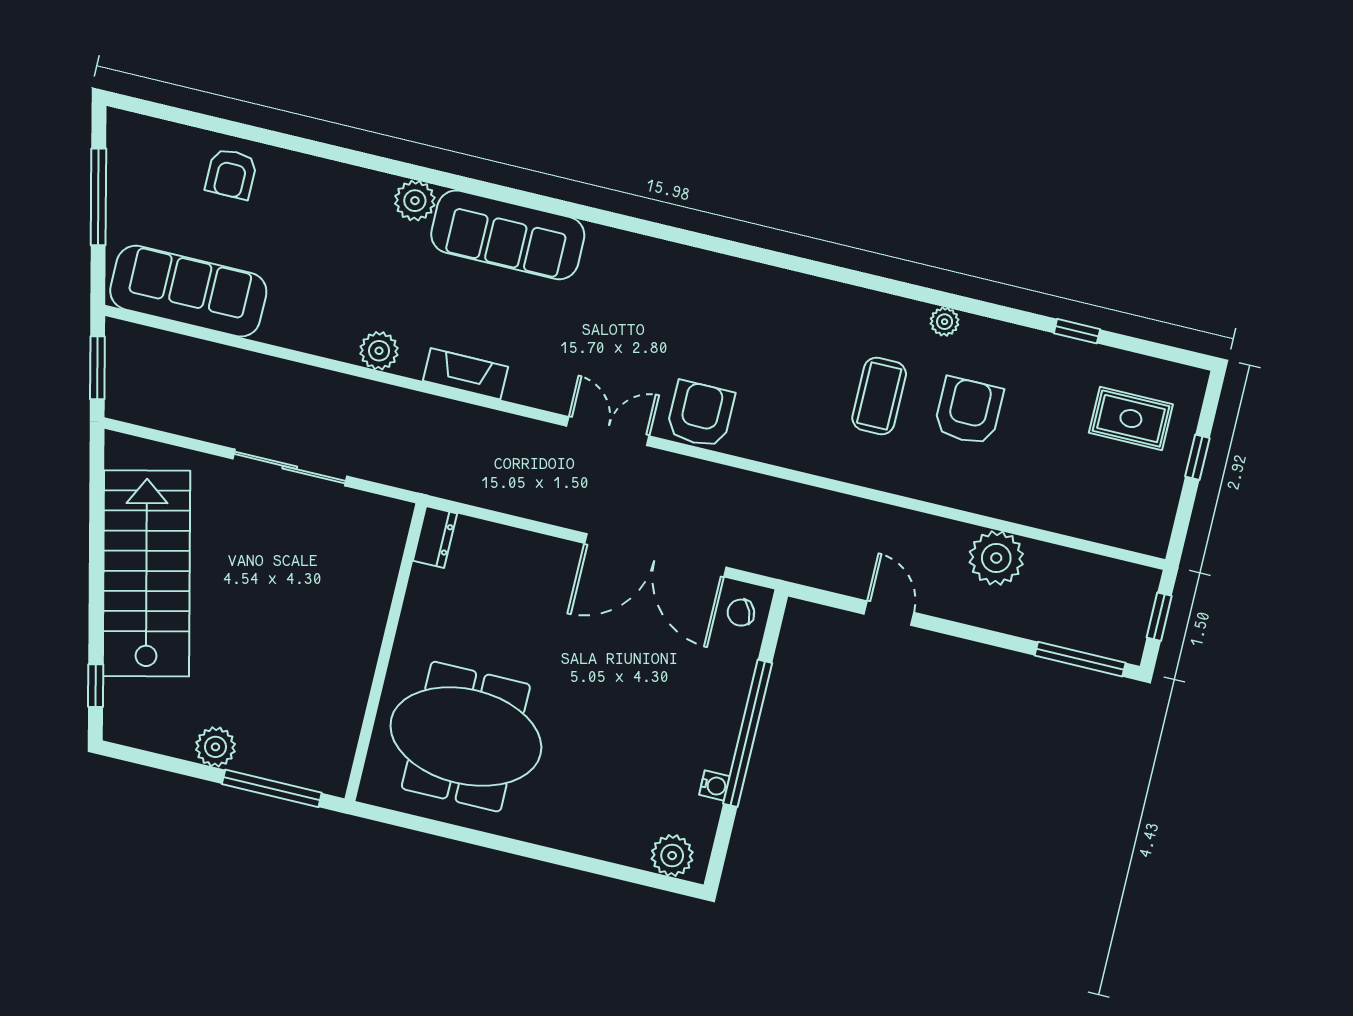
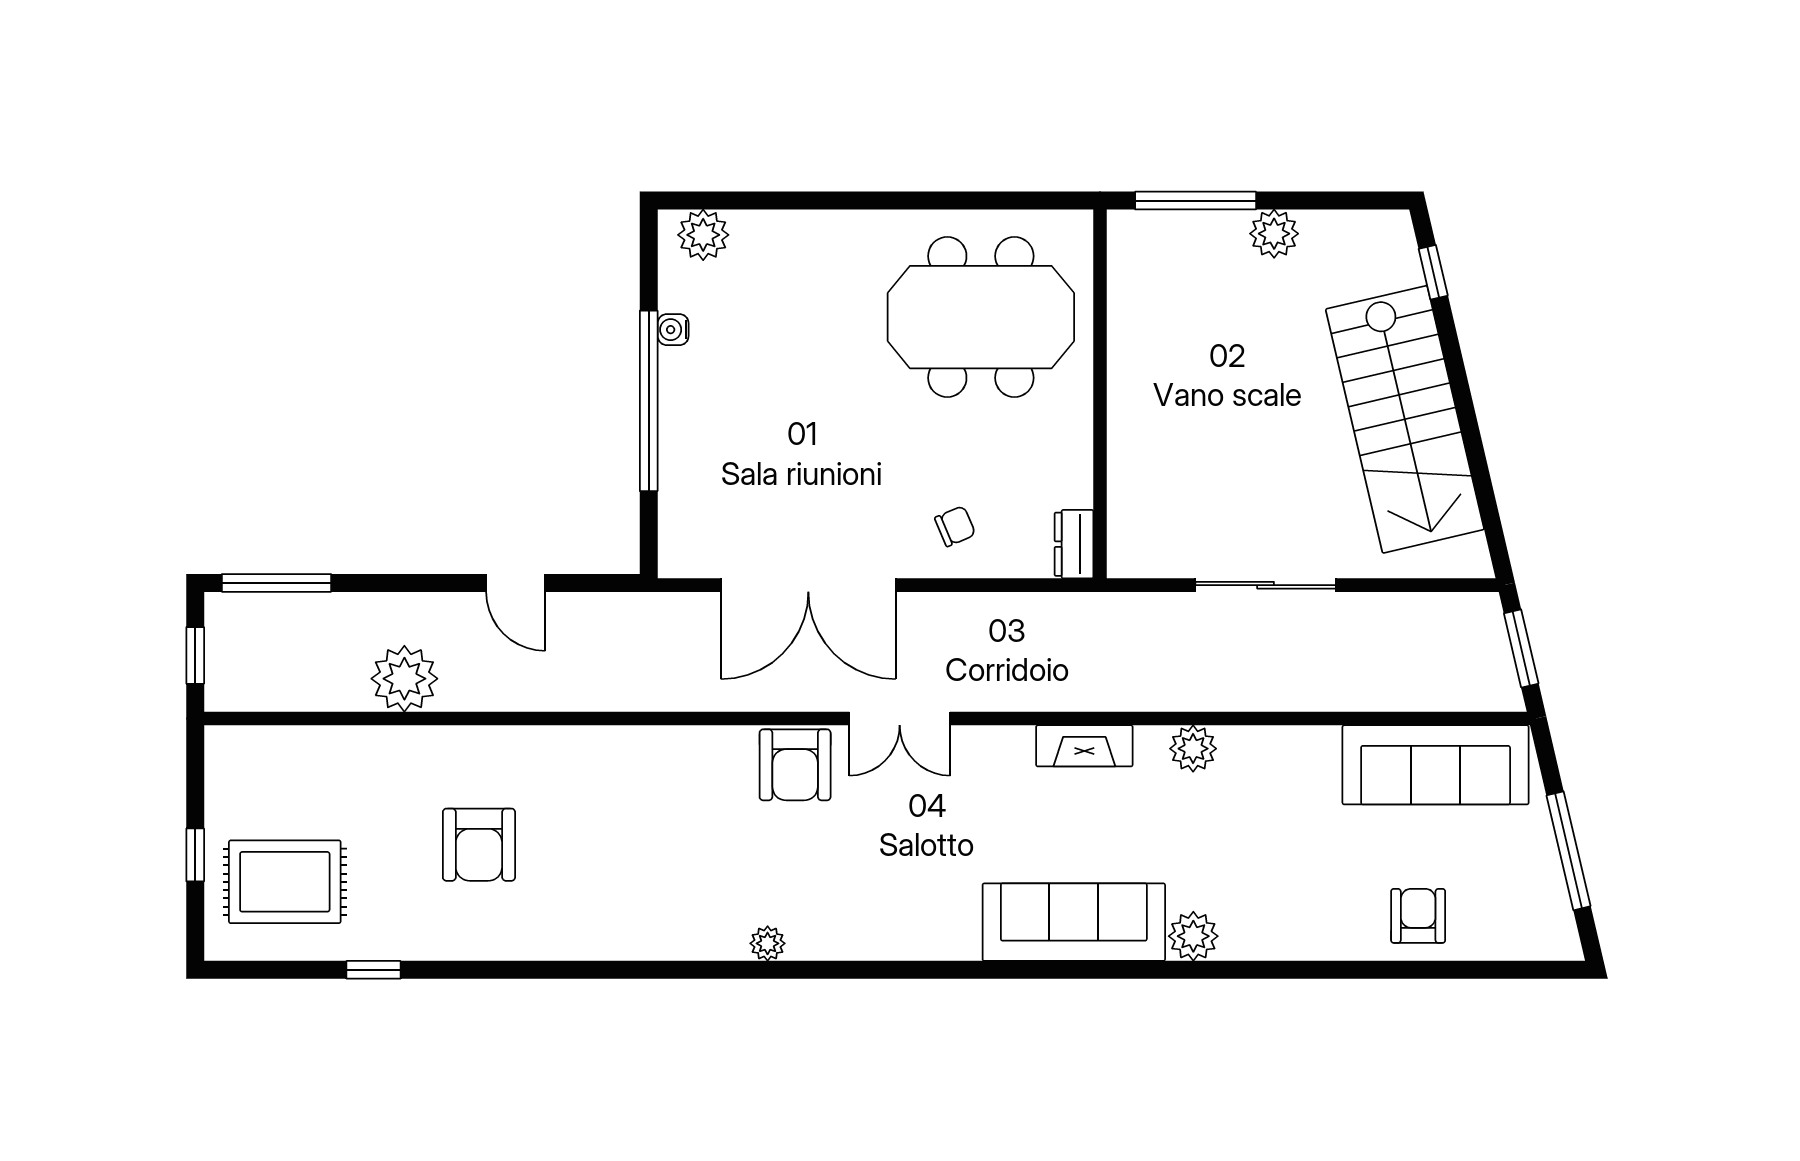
plant: (945, 322) -> (768, 943), moved
coffee table: (879, 396) -> (589, 837), removed
rug: (1131, 419) -> (285, 882), width x1.36, depth x1.43
double door: (655, 555) -> (808, 585), swing flipped
chair: (741, 613) -> (955, 526), moved

